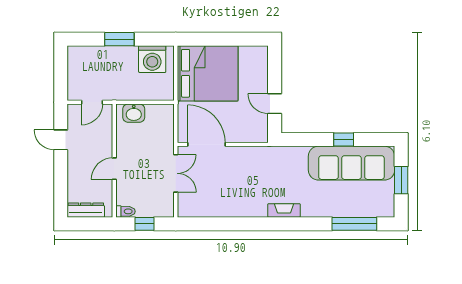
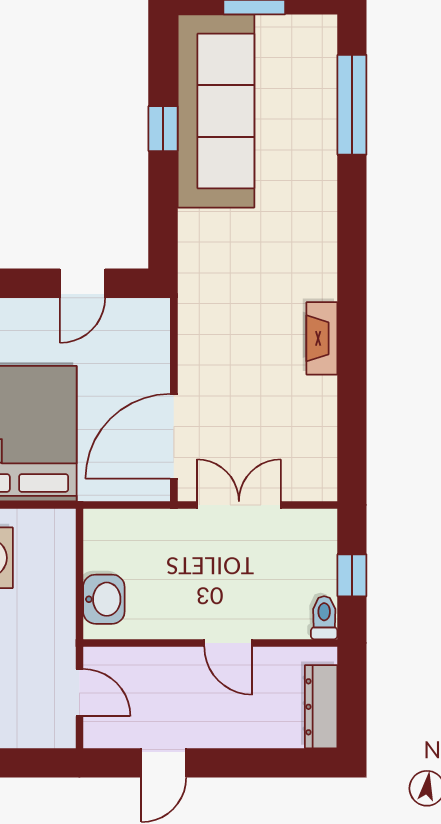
fireplace: (284, 210) -> (322, 338), moved

